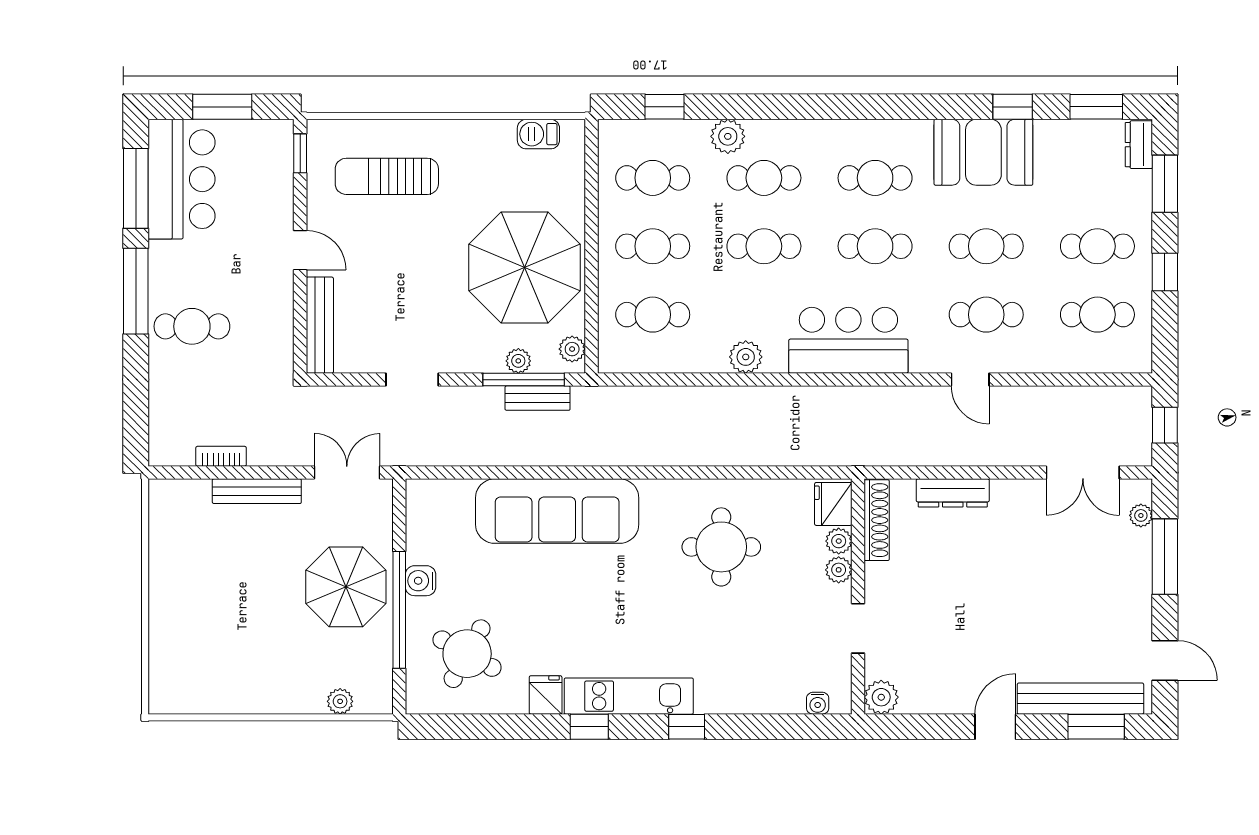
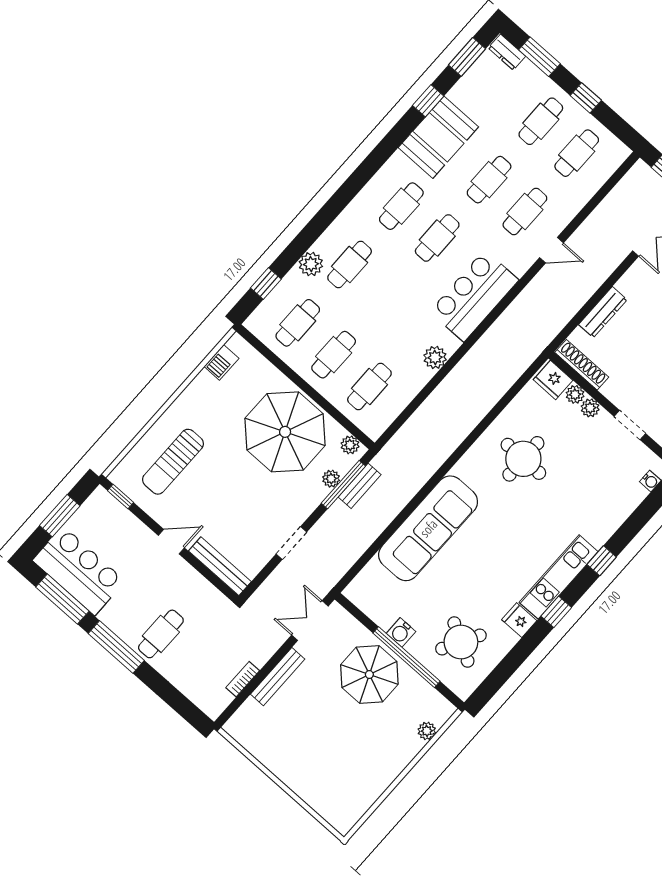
cafe table: (764, 246) -> (385, 296), removed

